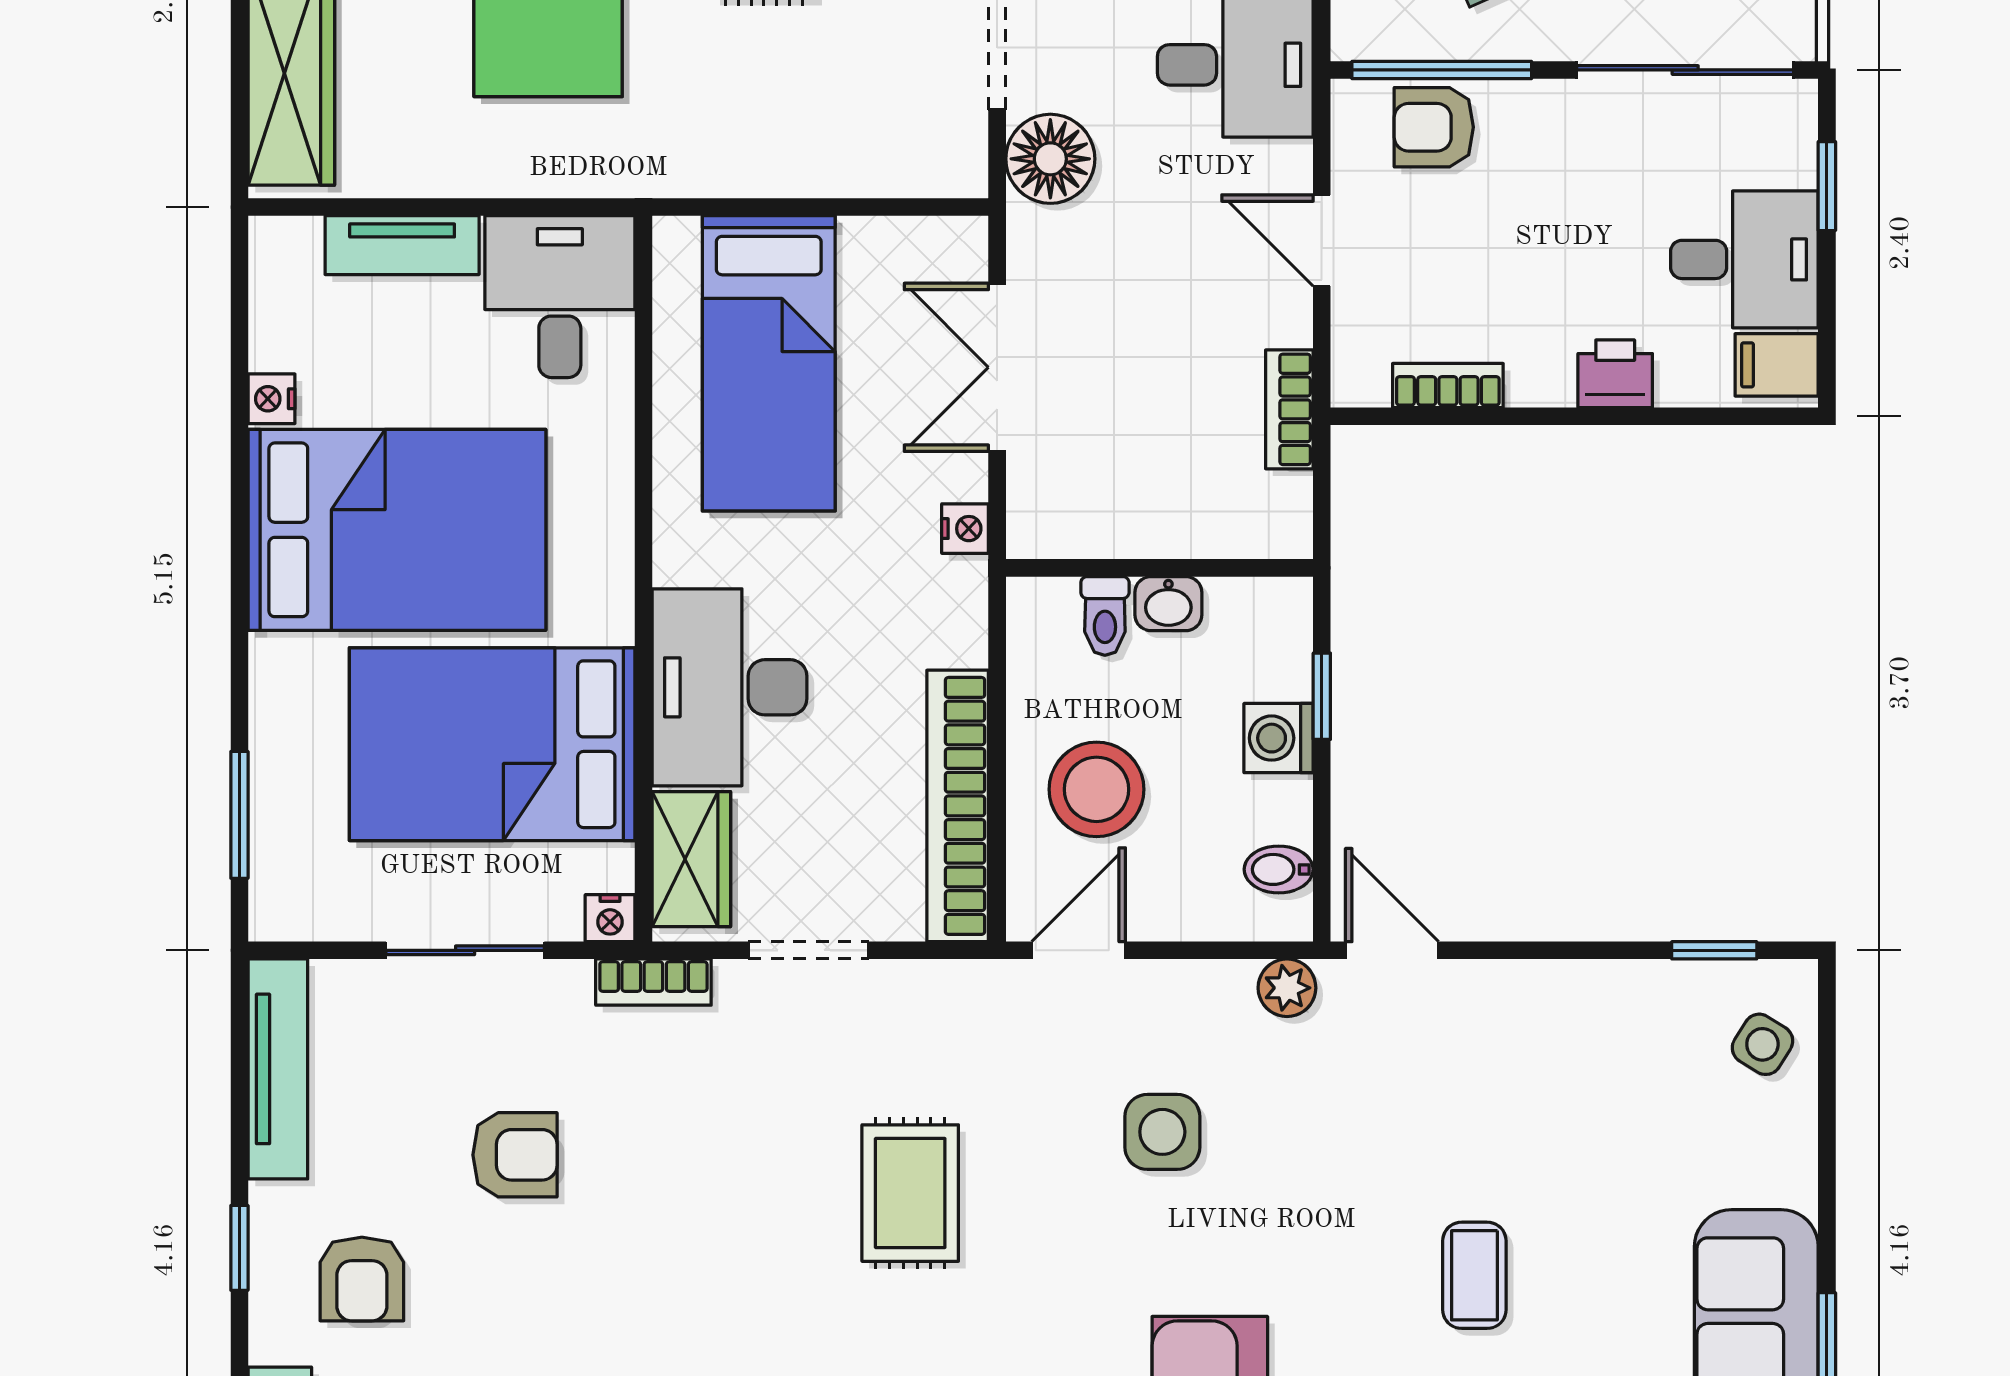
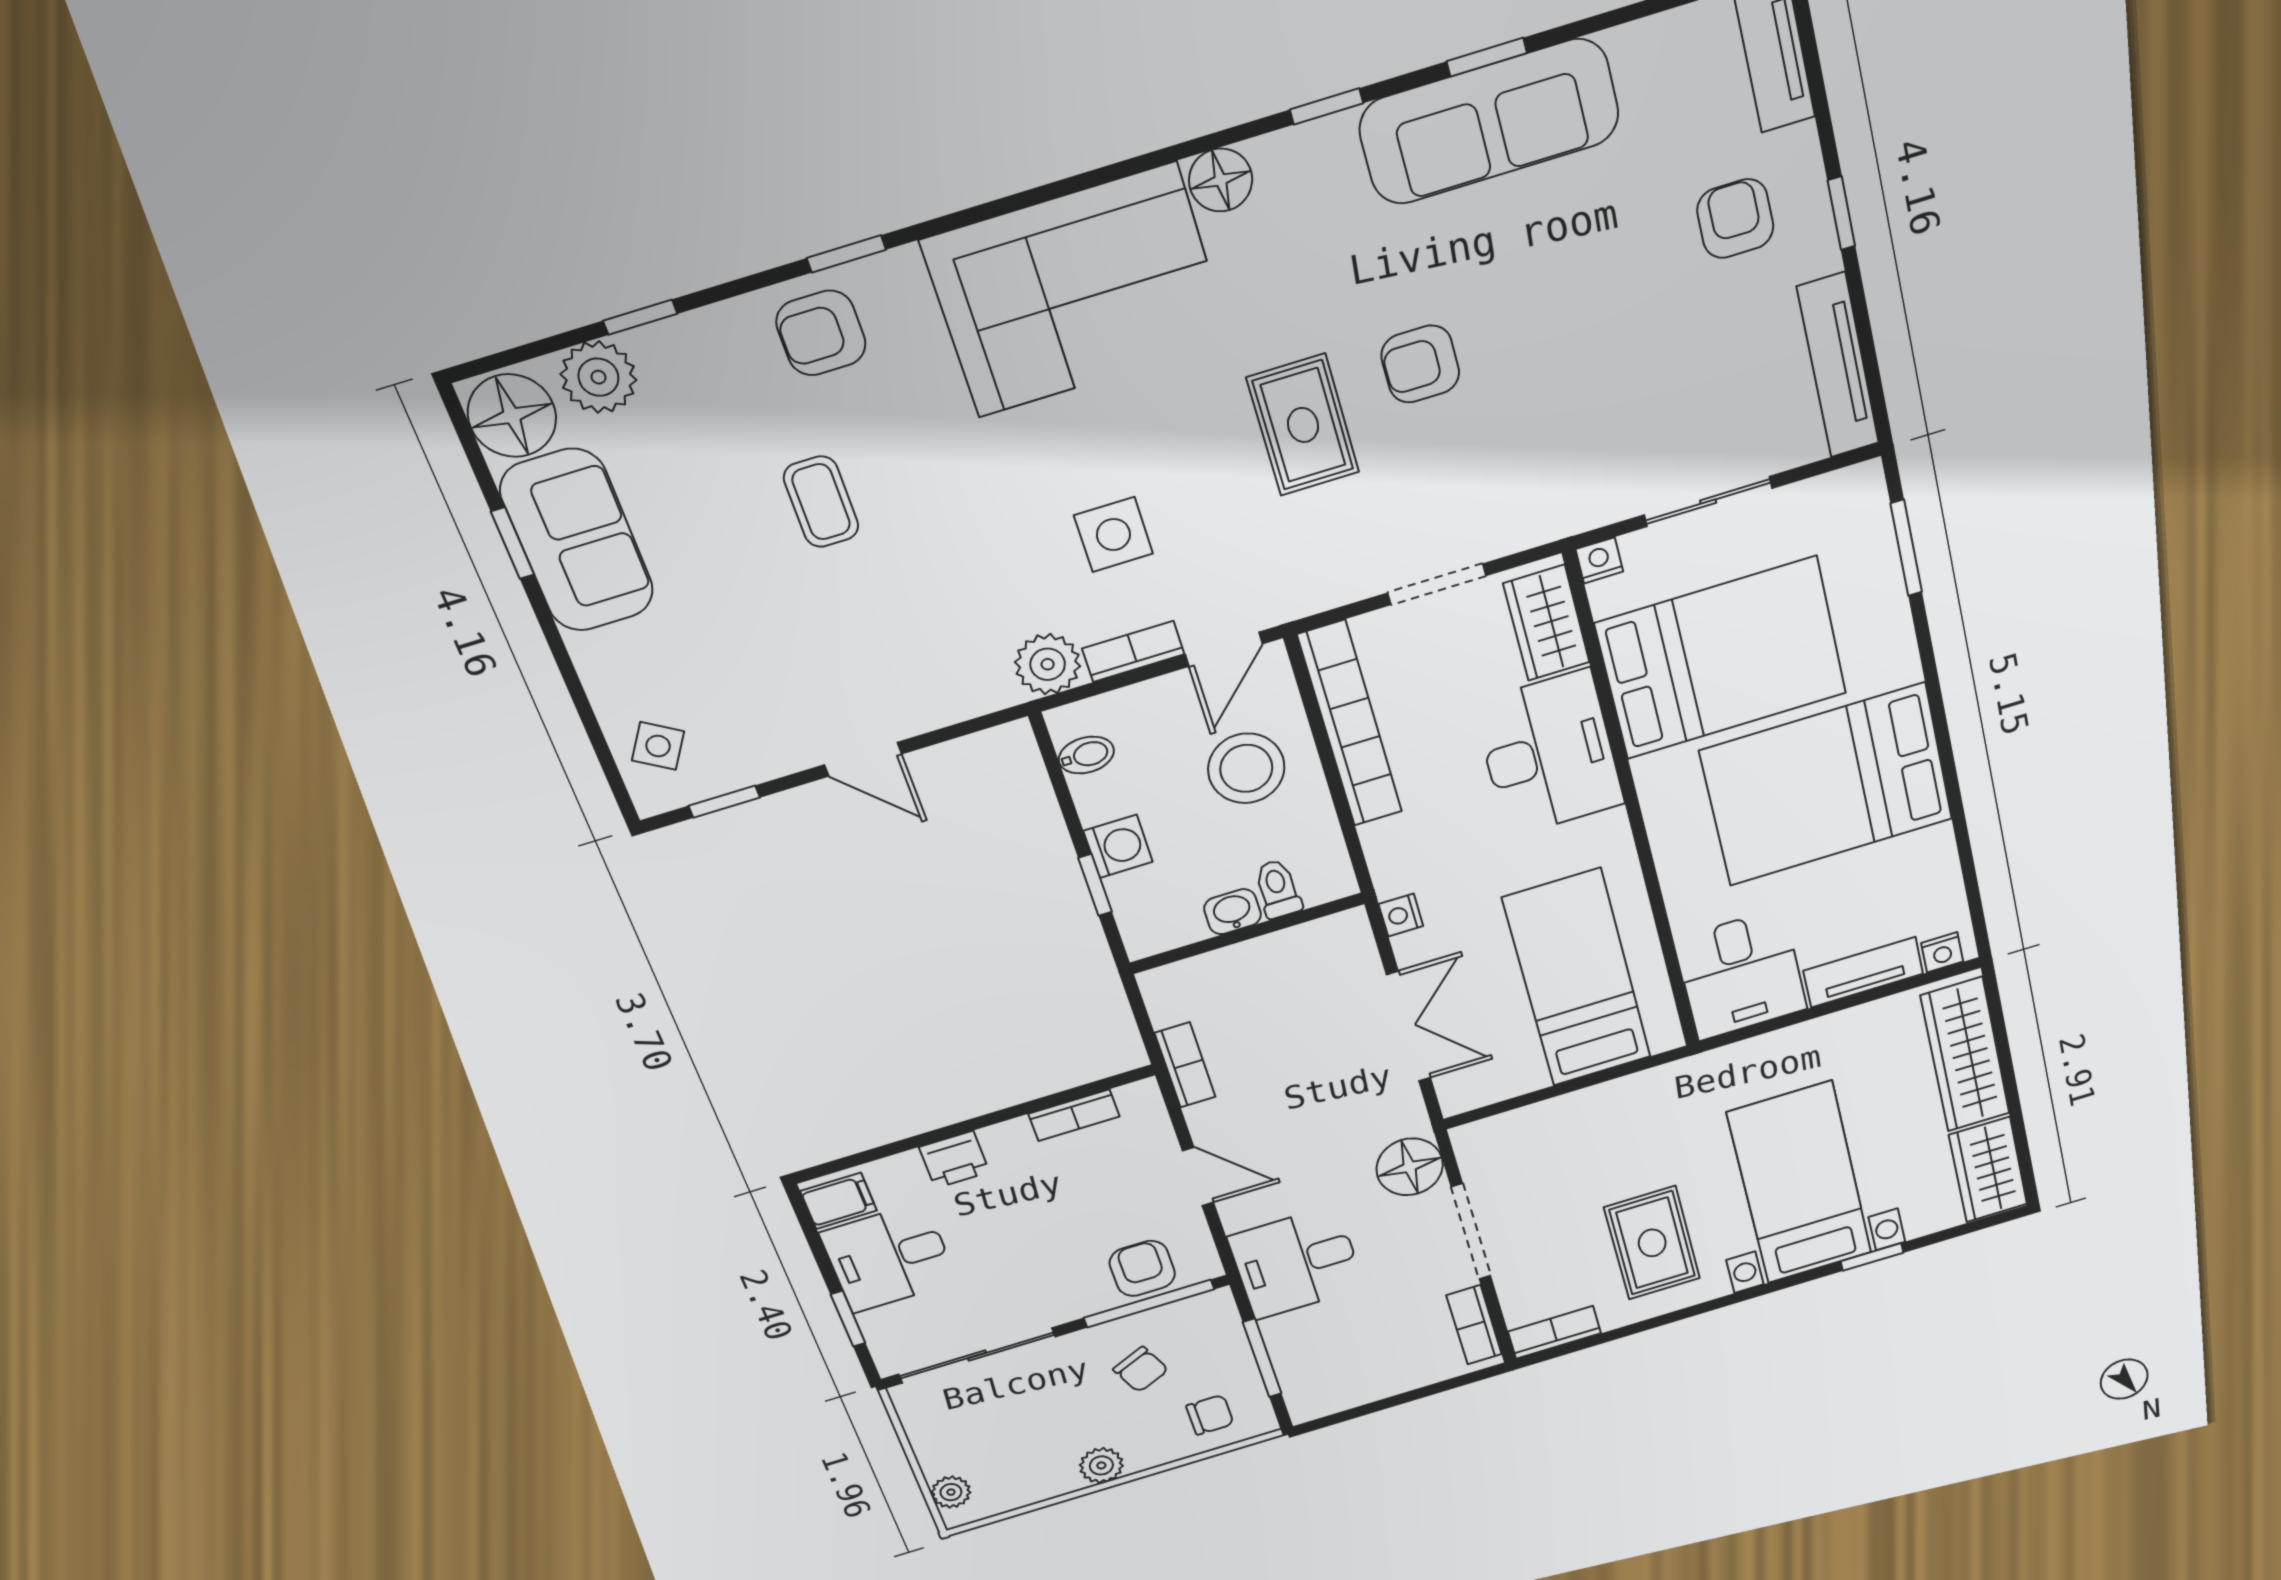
armchair: (1434, 127) -> (1142, 1268), turned -90
nightstand: (272, 399) -> (1942, 952), moved, turned 90
door: (1392, 950) -> (863, 759), moved
bookcase: (653, 982) -> (1133, 651), moved
plant: (1287, 988) -> (1048, 664), width x1.38, depth x1.38
armchair: (515, 1155) -> (1420, 364), moved

